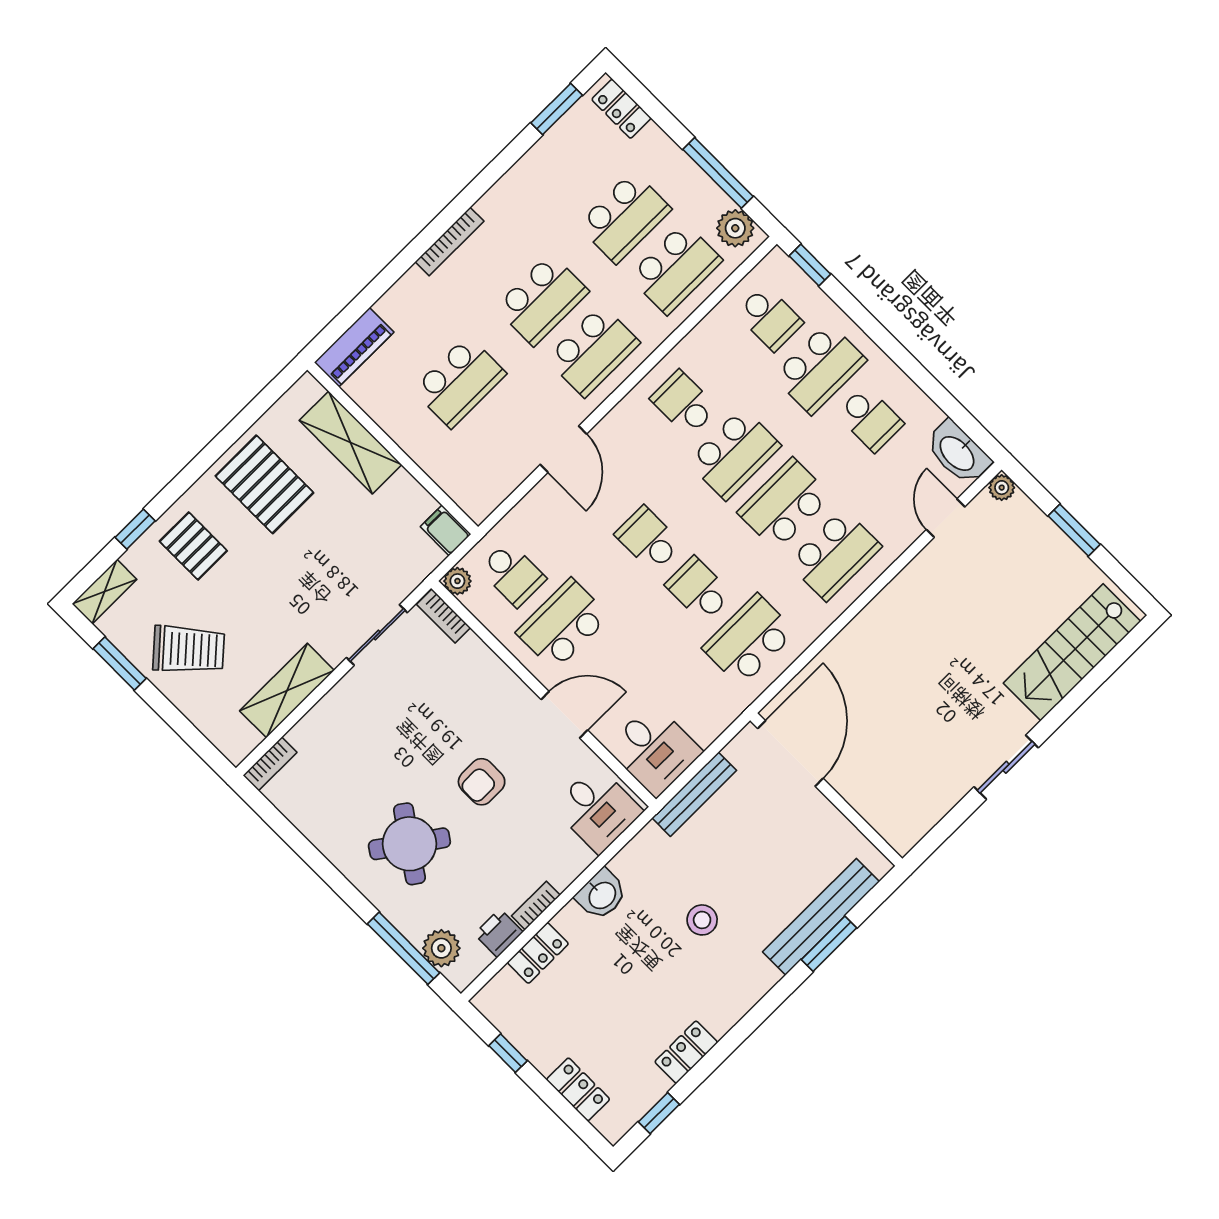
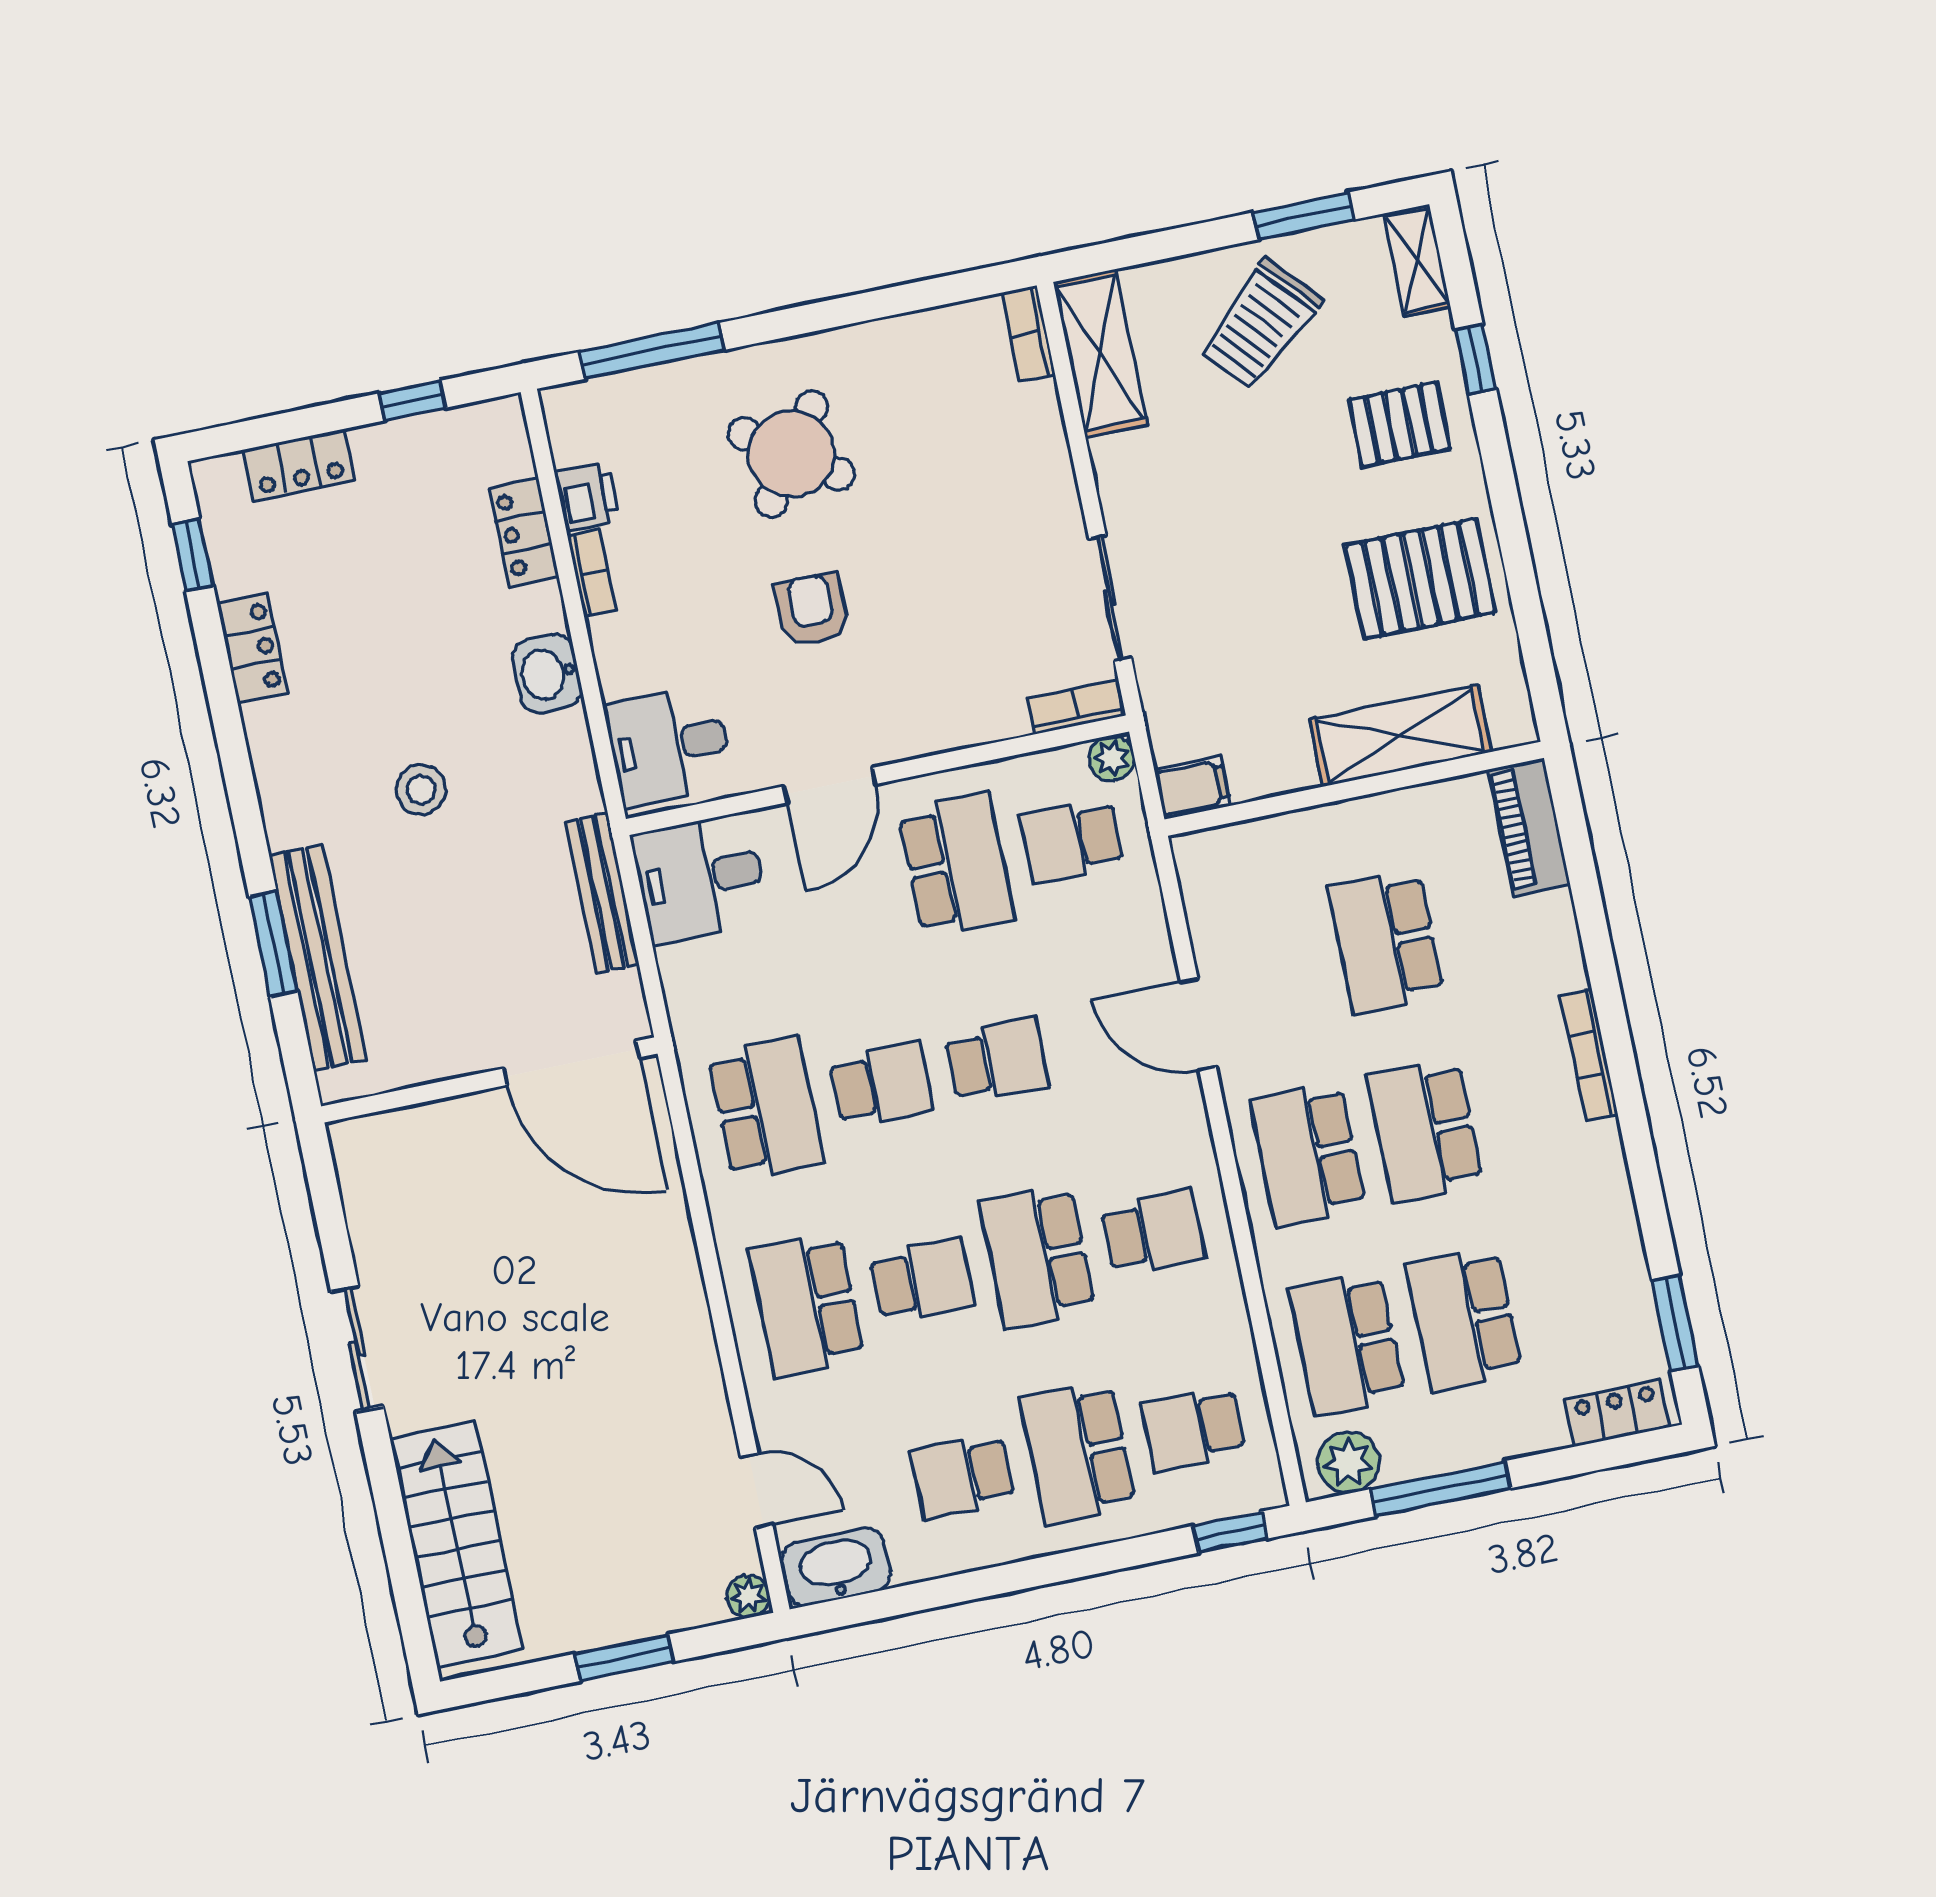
school desk: (784, 504) -> (922, 1280), width x0.54
shelving: (287, 691) -> (1100, 353), moved
plant: (441, 948) -> (618, 403), removed

